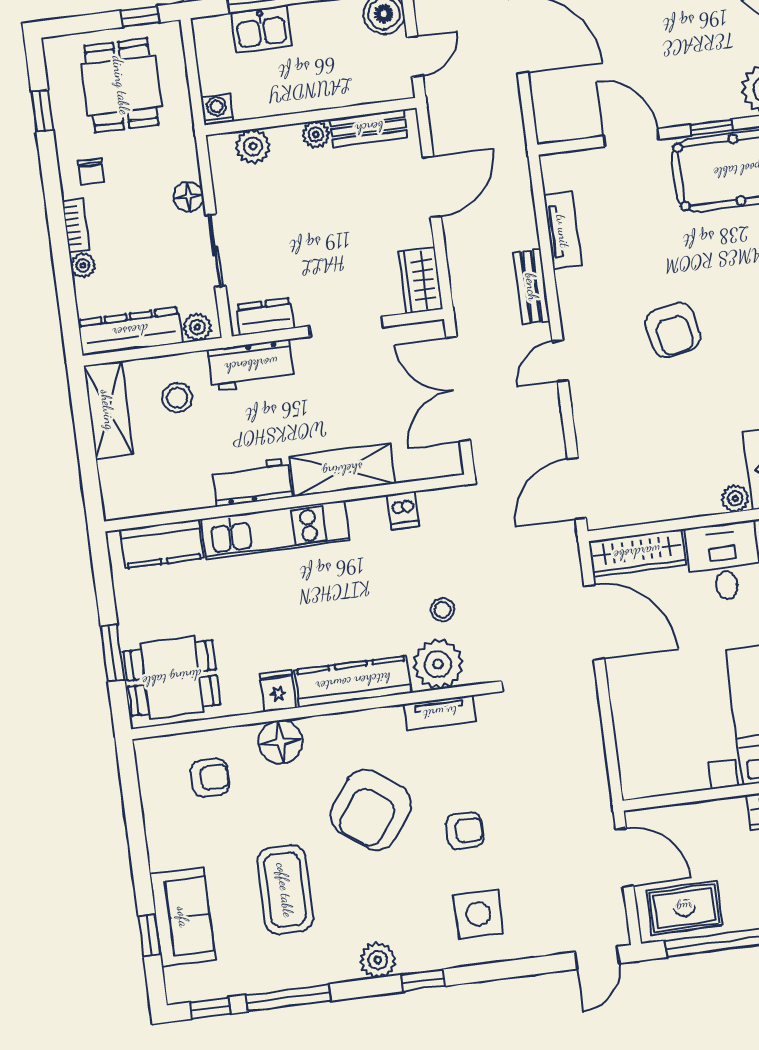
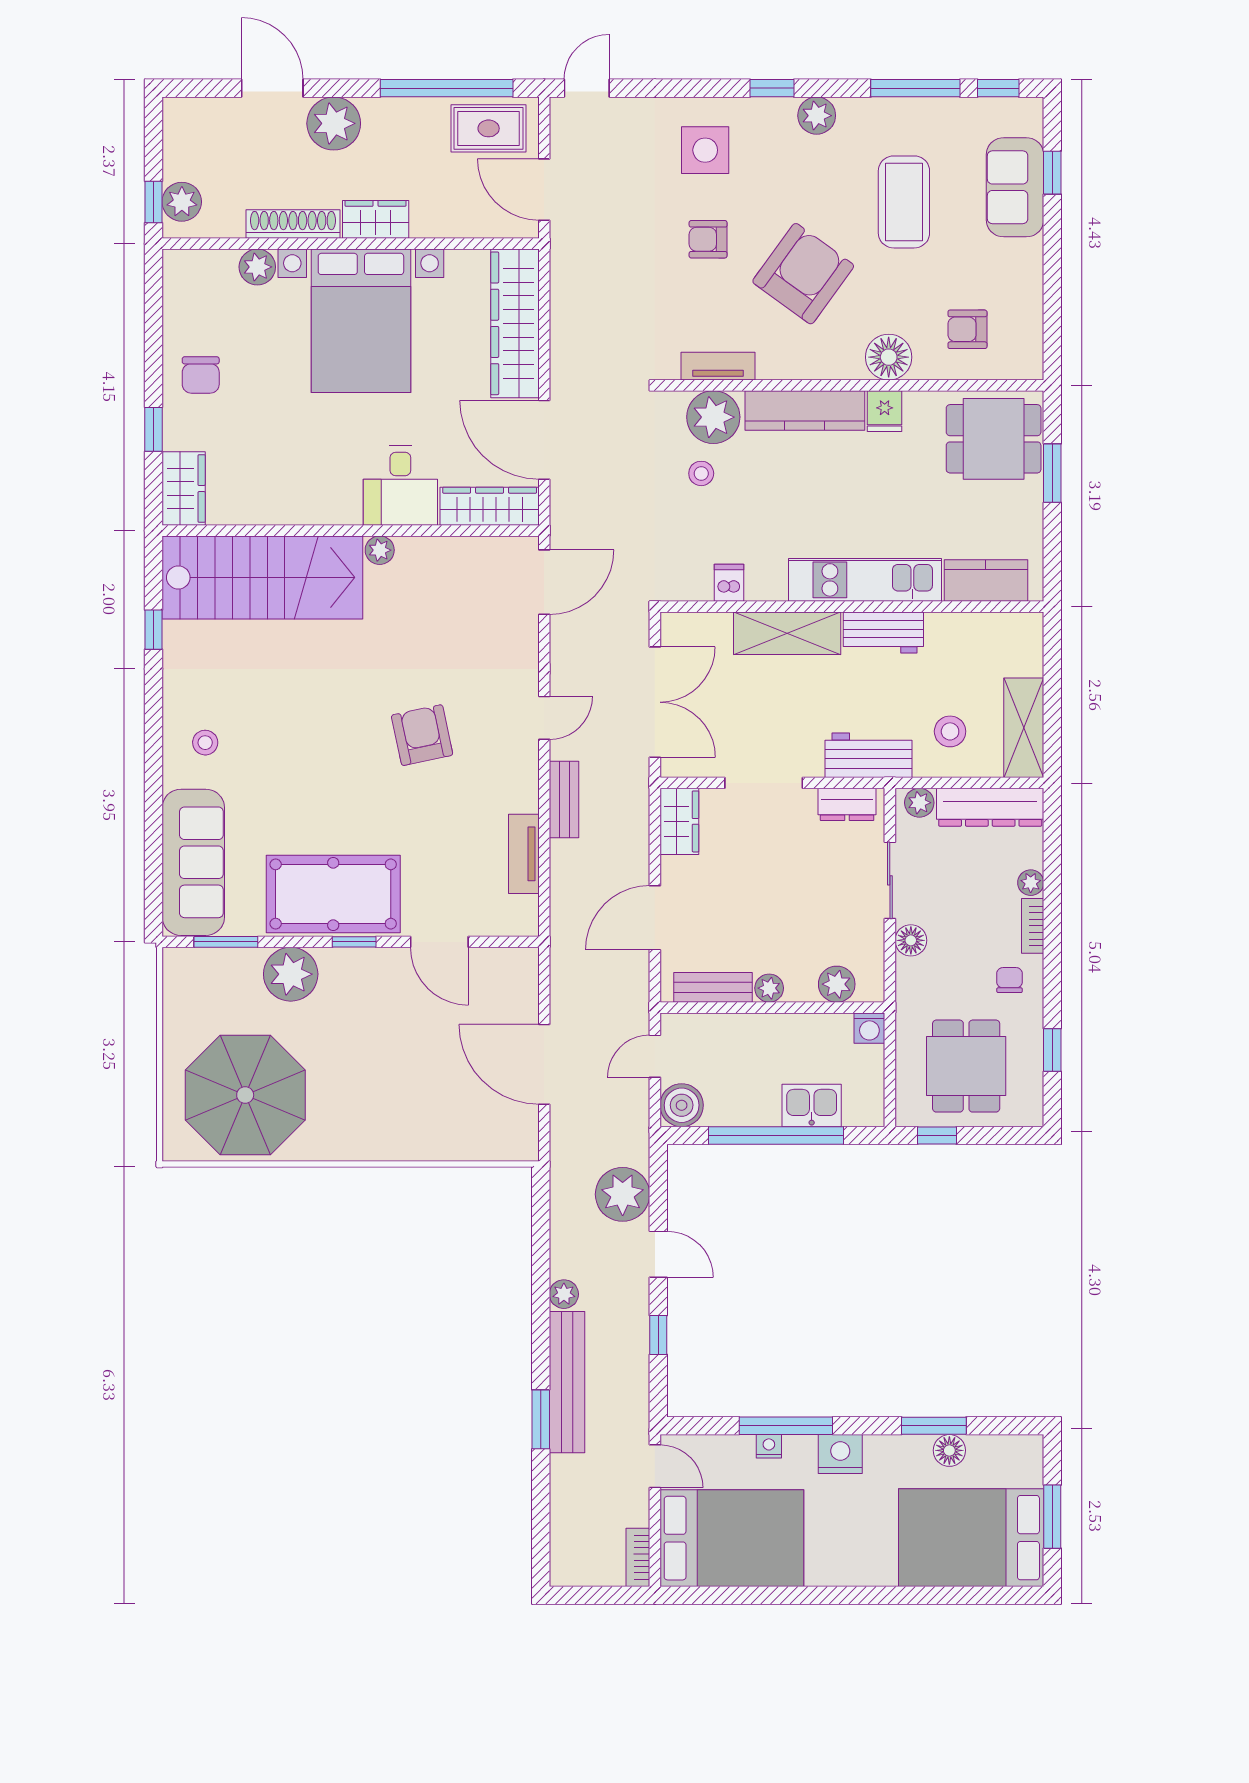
wardrobe: (636, 728) -> (515, 323), added

